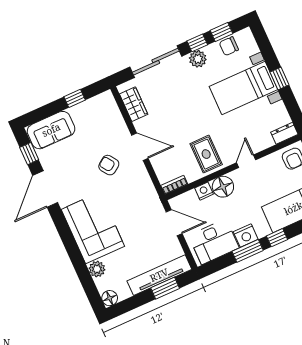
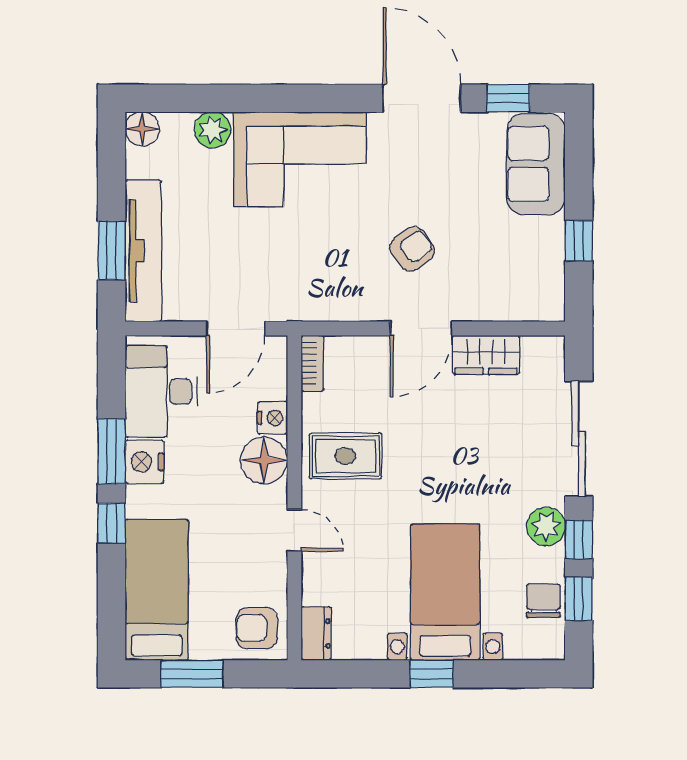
wardrobe: (134, 104) -> (486, 355), moved

